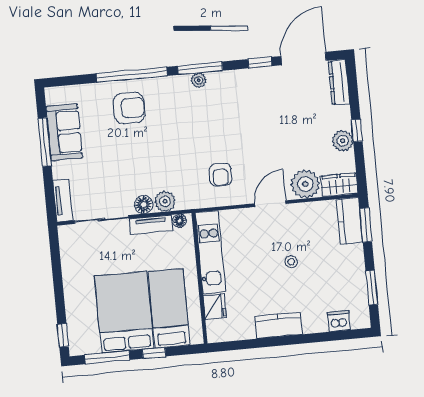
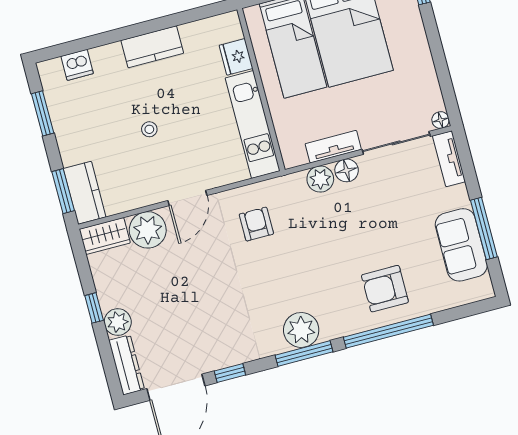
plant: (199, 80) -> (301, 330), width x1.87, depth x1.87
plant: (343, 141) -> (118, 322), moved
floor lamp: (180, 221) -> (440, 120), moved

